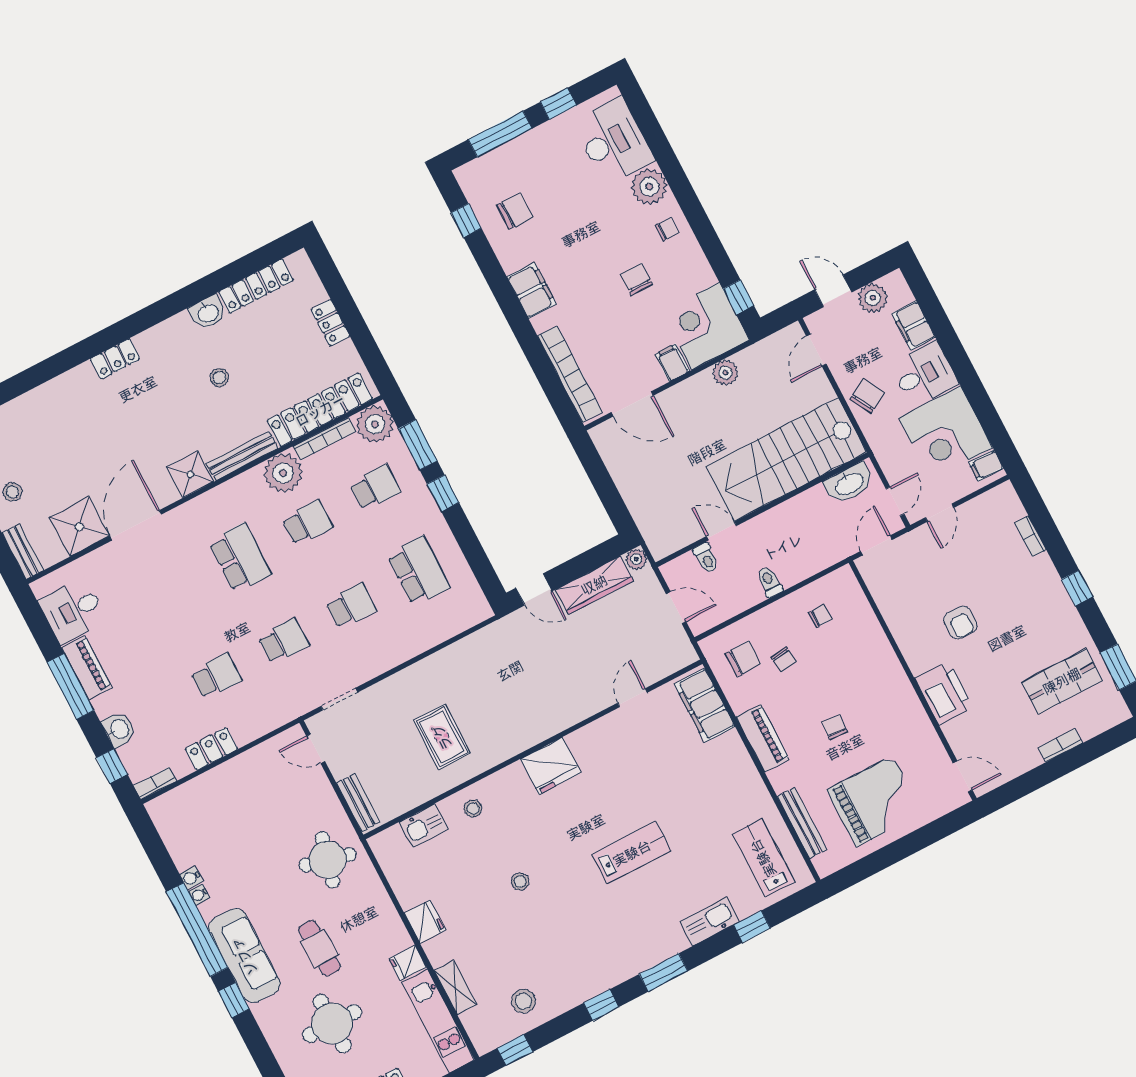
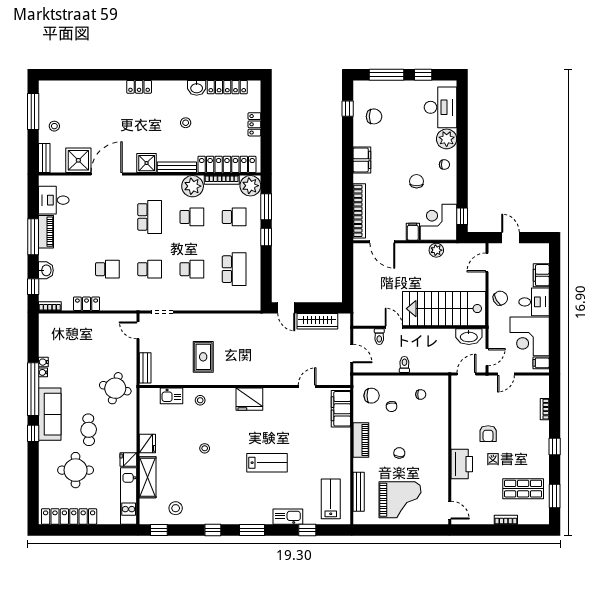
plant: (873, 298) -> (528, 251), removed
plant: (636, 559) -> (345, 319), removed
shelving: (455, 988) -> (148, 477), width x1.50, depth x1.33

